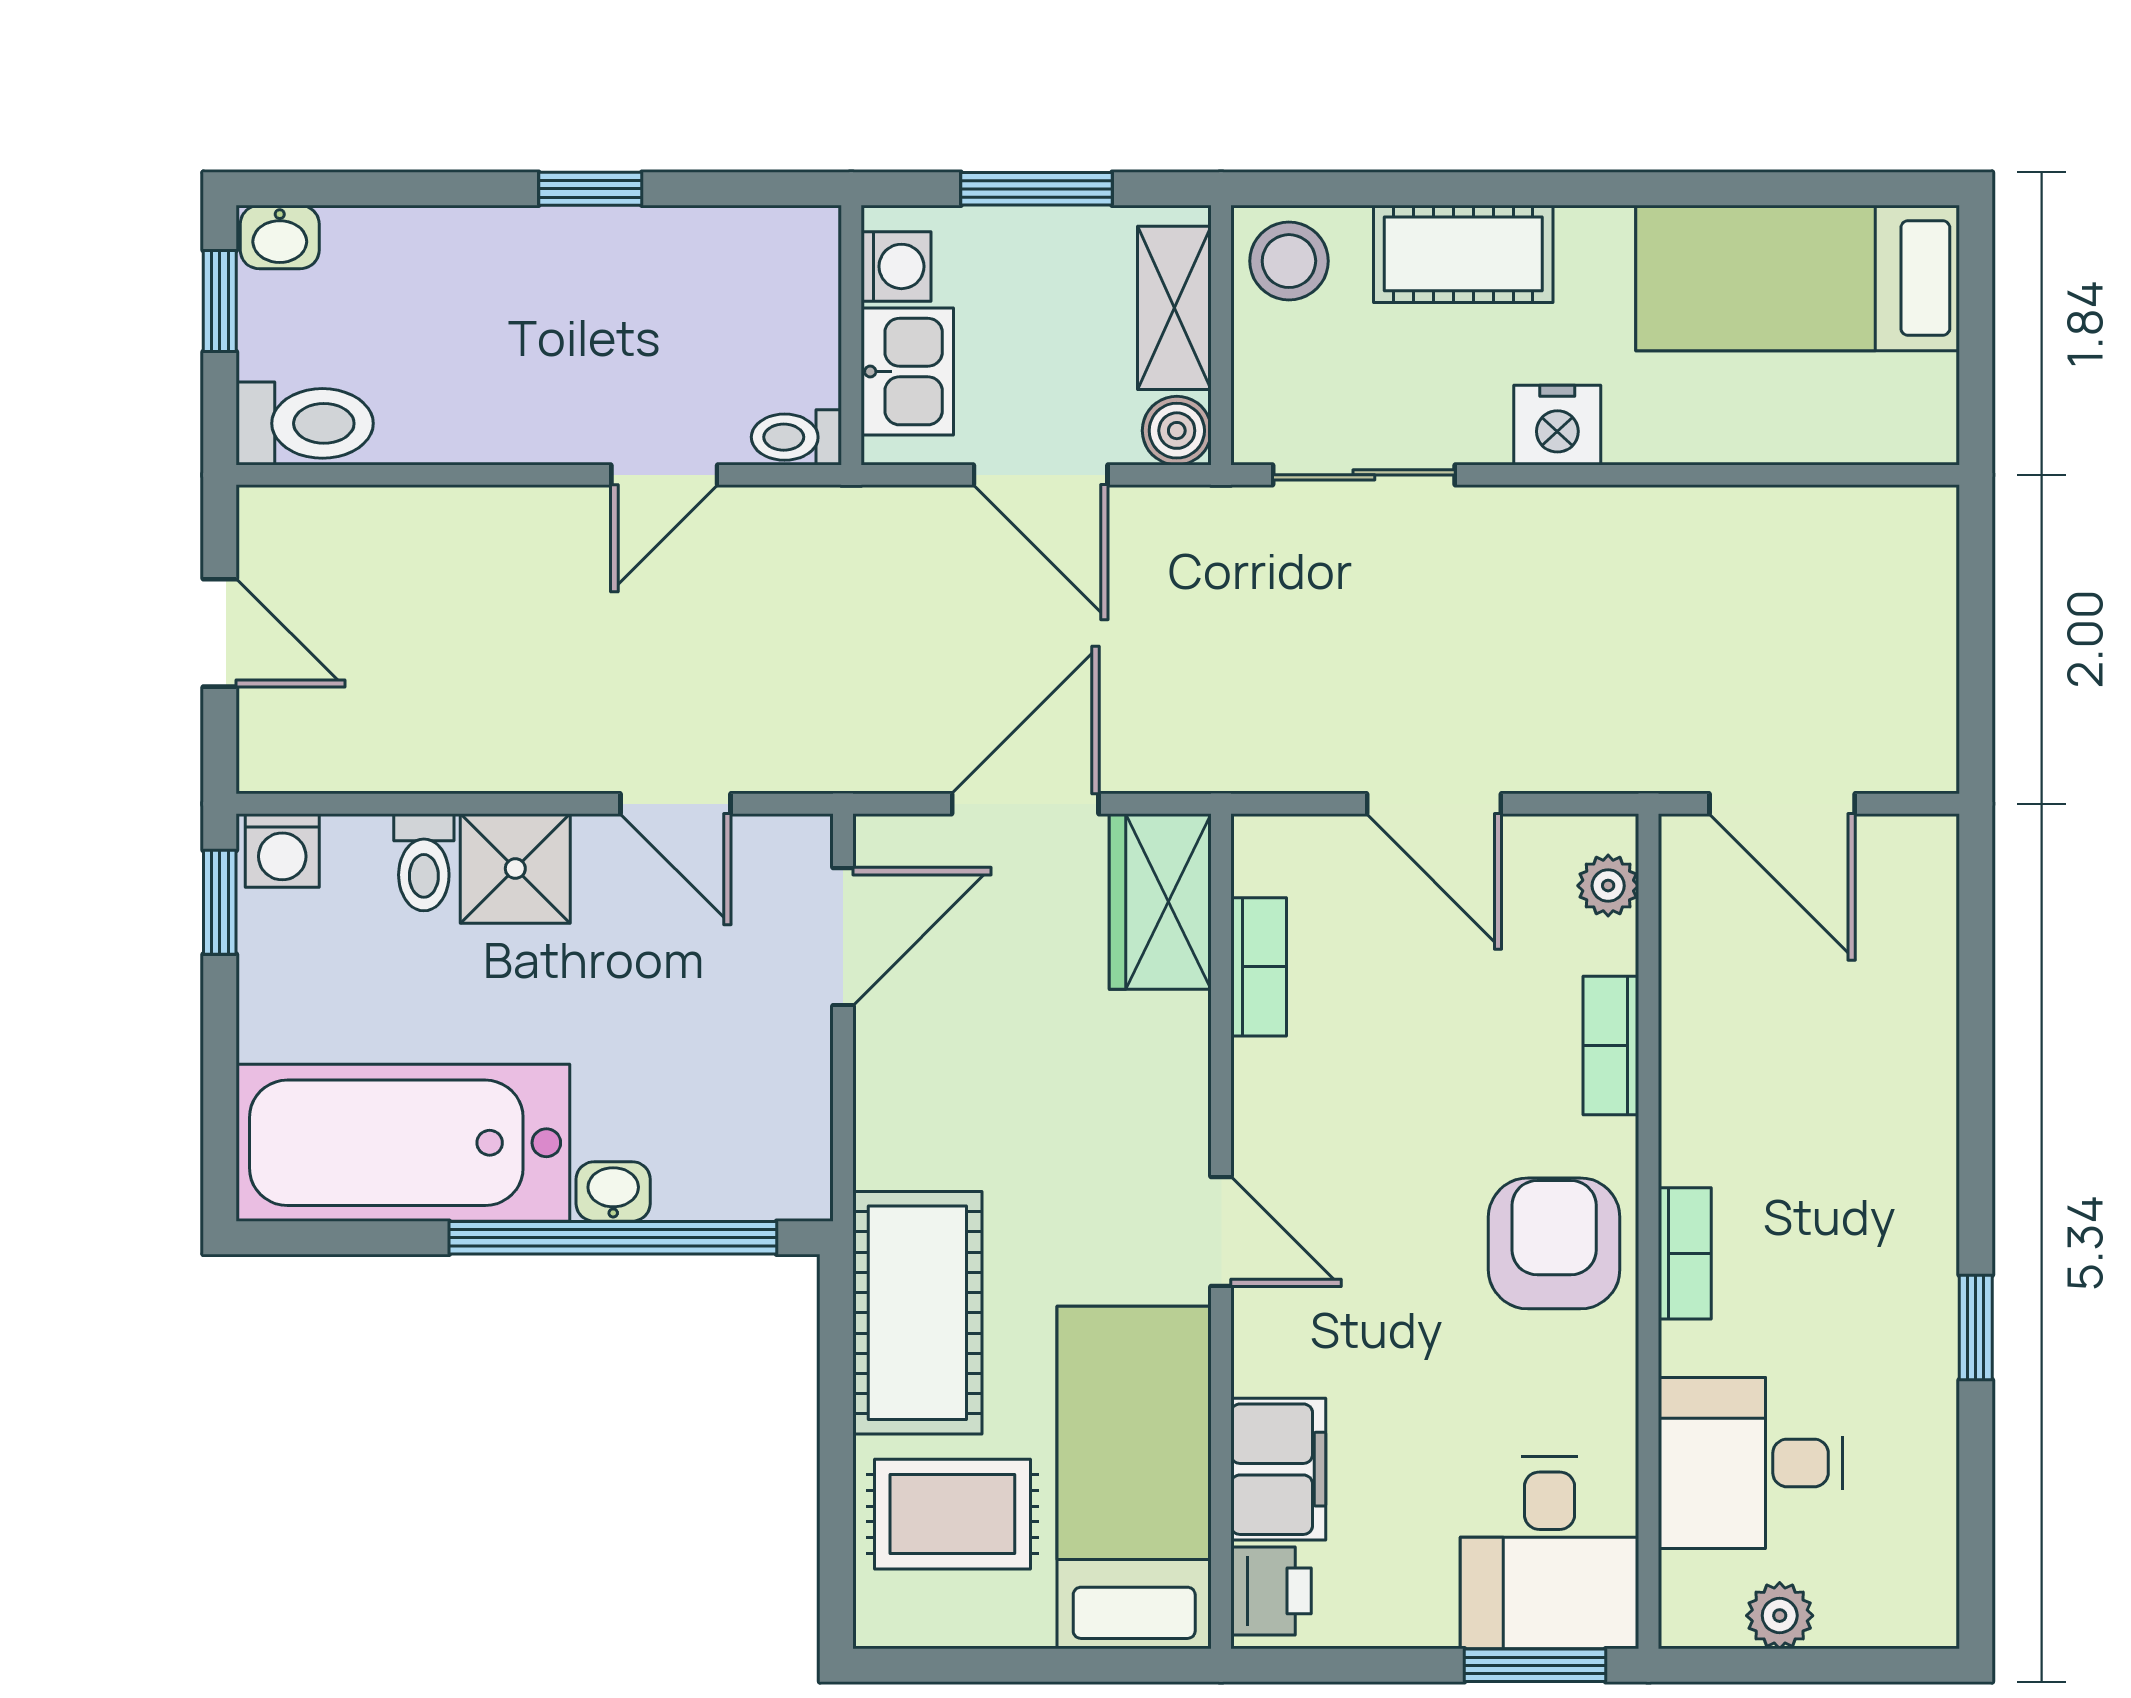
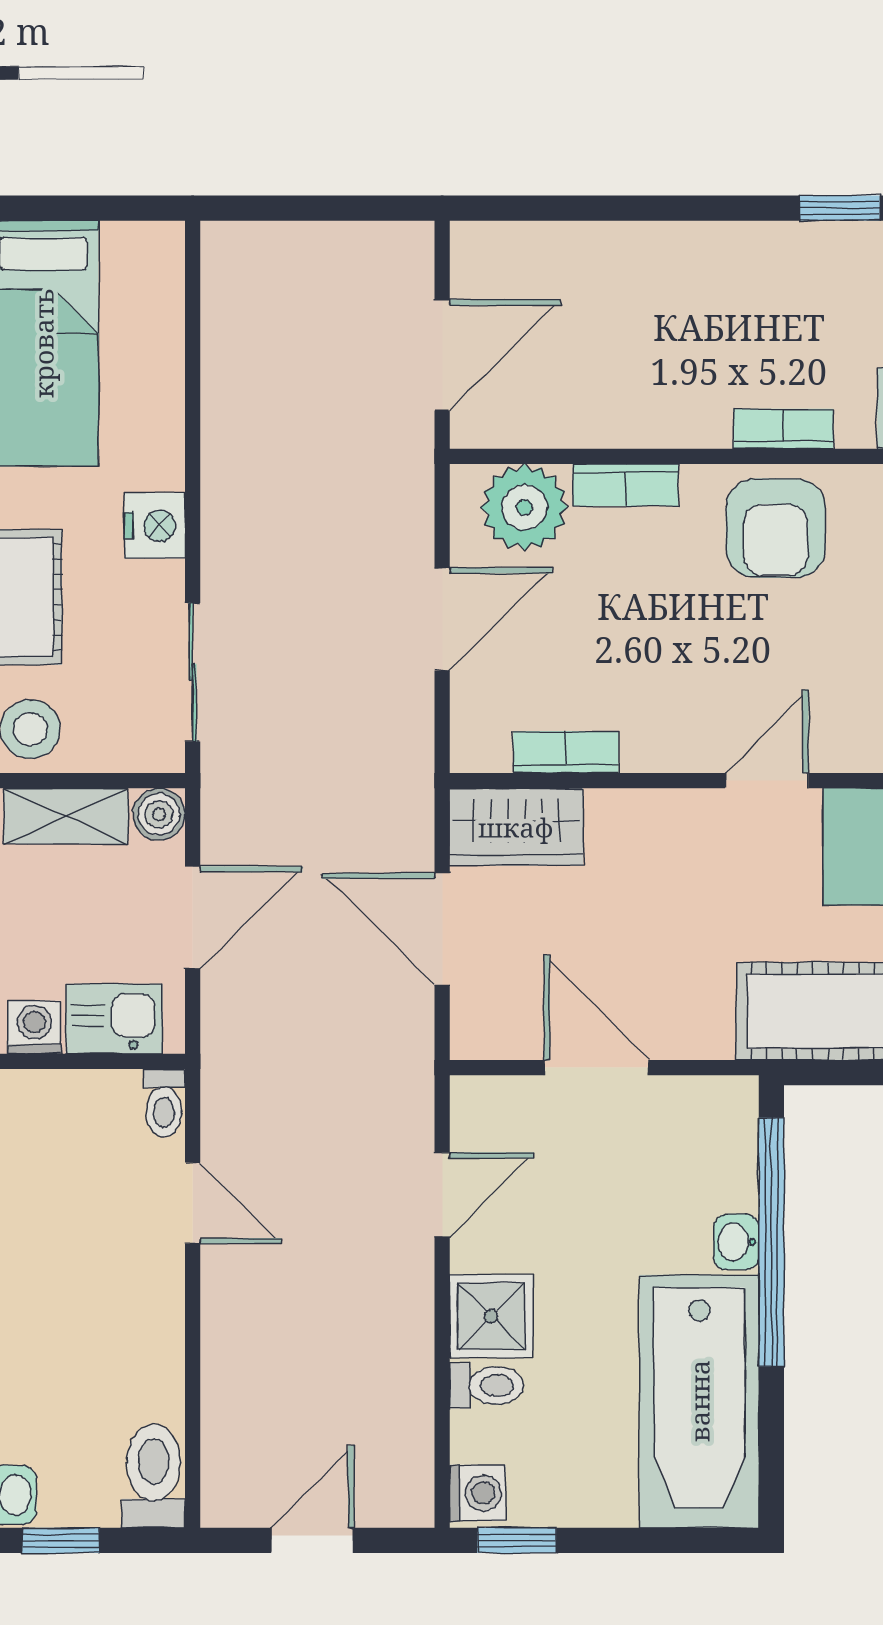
plant: (1608, 886) -> (524, 507), width x1.87, depth x1.87
door: (843, 937) -> (597, 1068), moved
armchair: (1554, 1243) -> (776, 528), turned -90

